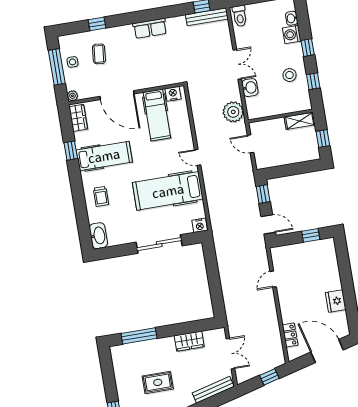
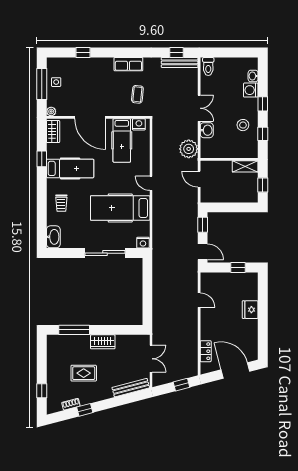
coffee table: (99, 54) -> (137, 94), moved
door: (273, 279) -> (199, 300), swing flipped
fridge: (336, 301) -> (250, 310), moved
wardrobe: (189, 341) -> (103, 342), moved

